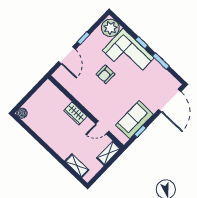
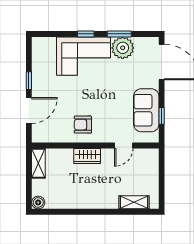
plant: (110, 28) -> (123, 48), moved
door: (67, 55) -> (29, 111), hinge flipped
armchair: (106, 74) -> (83, 125), moved, turned 90
shelving: (109, 153) -> (38, 163), moved

